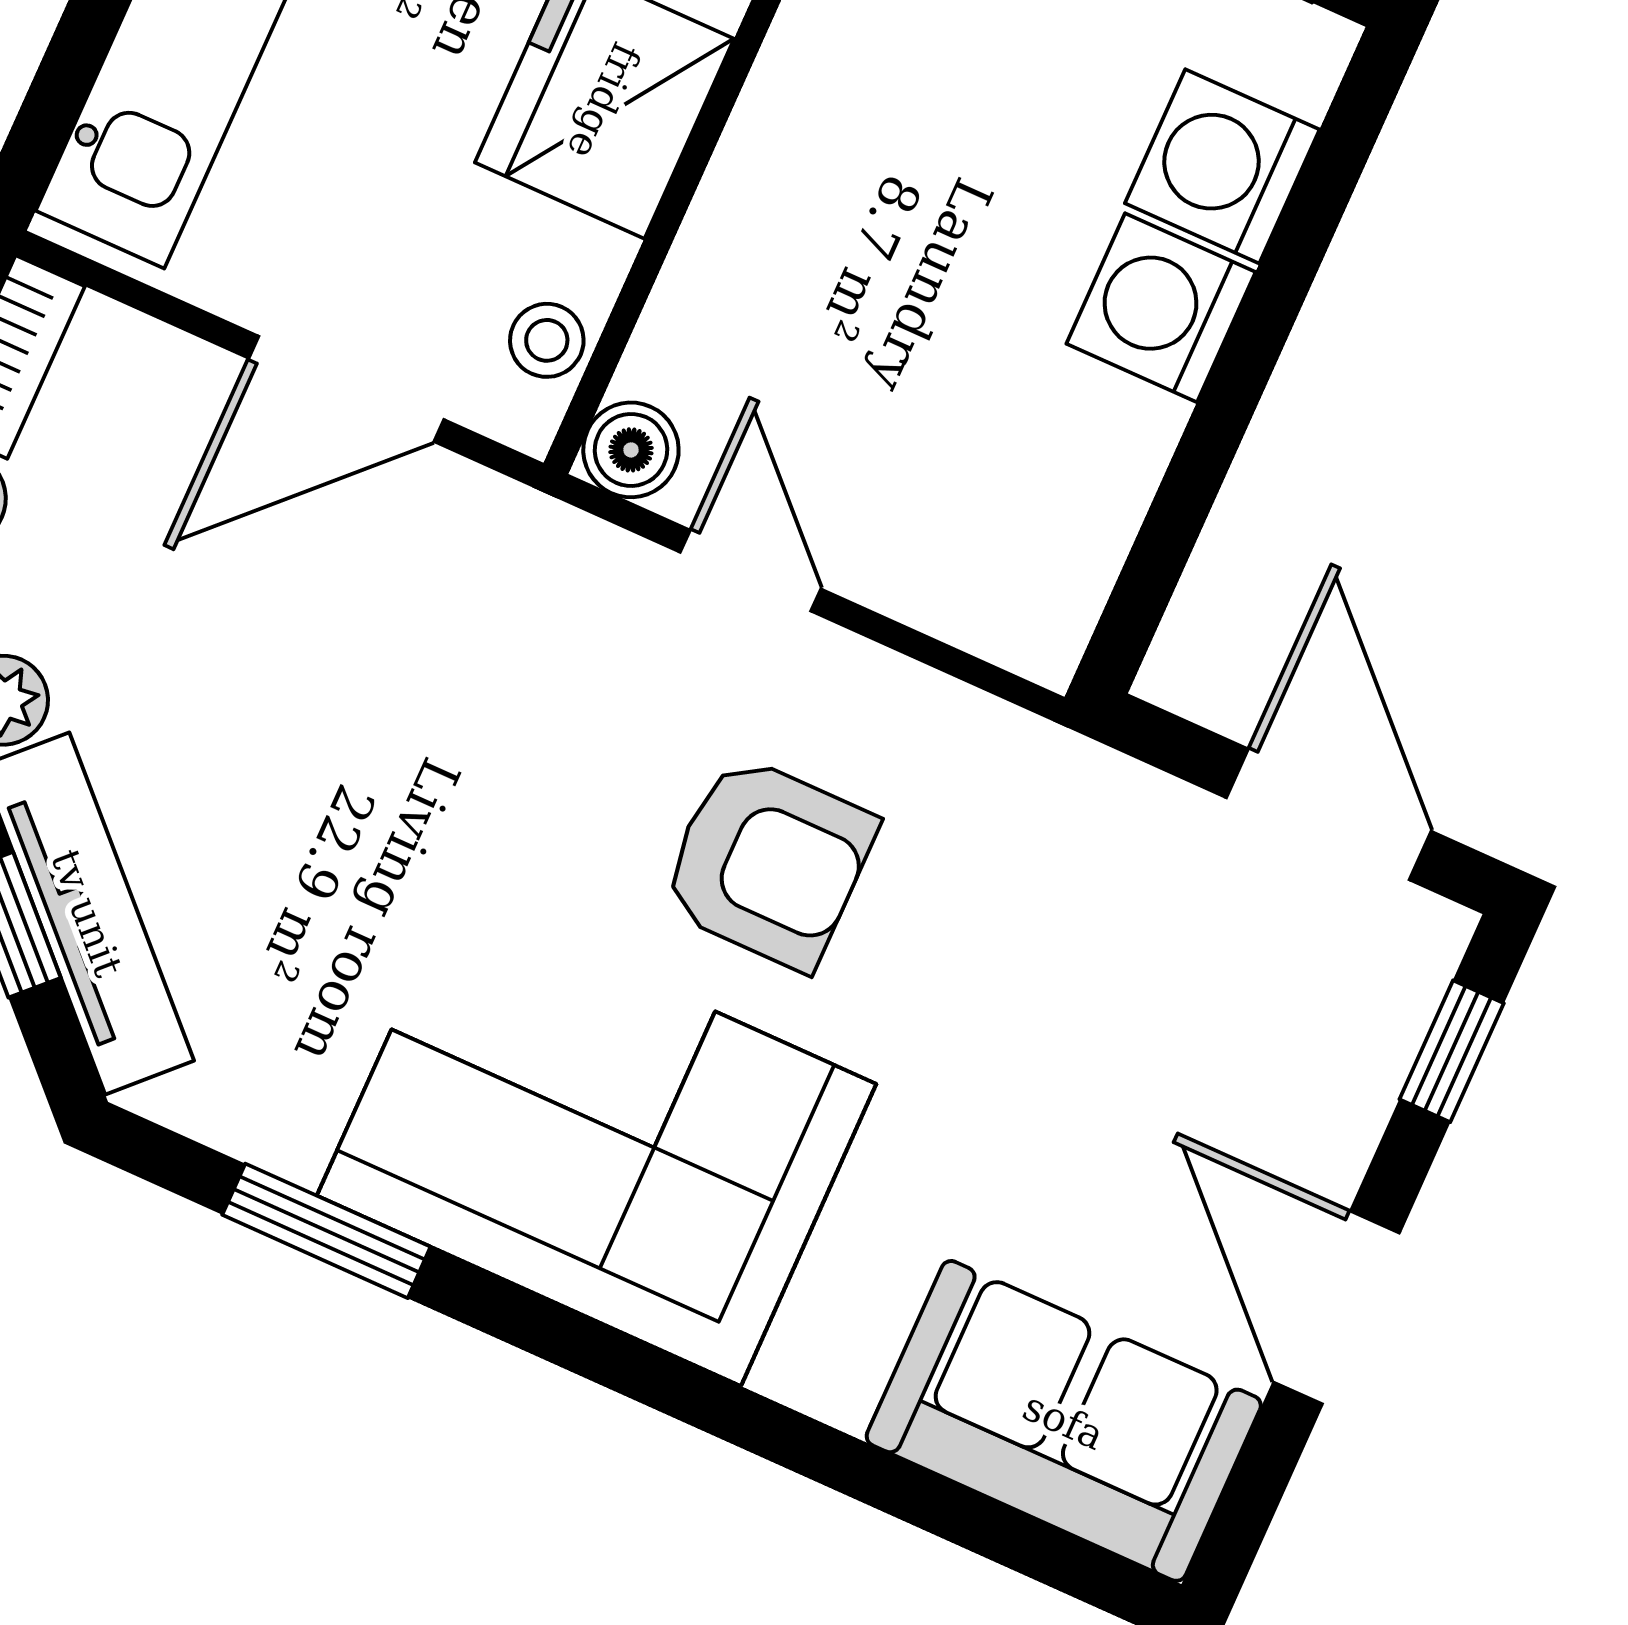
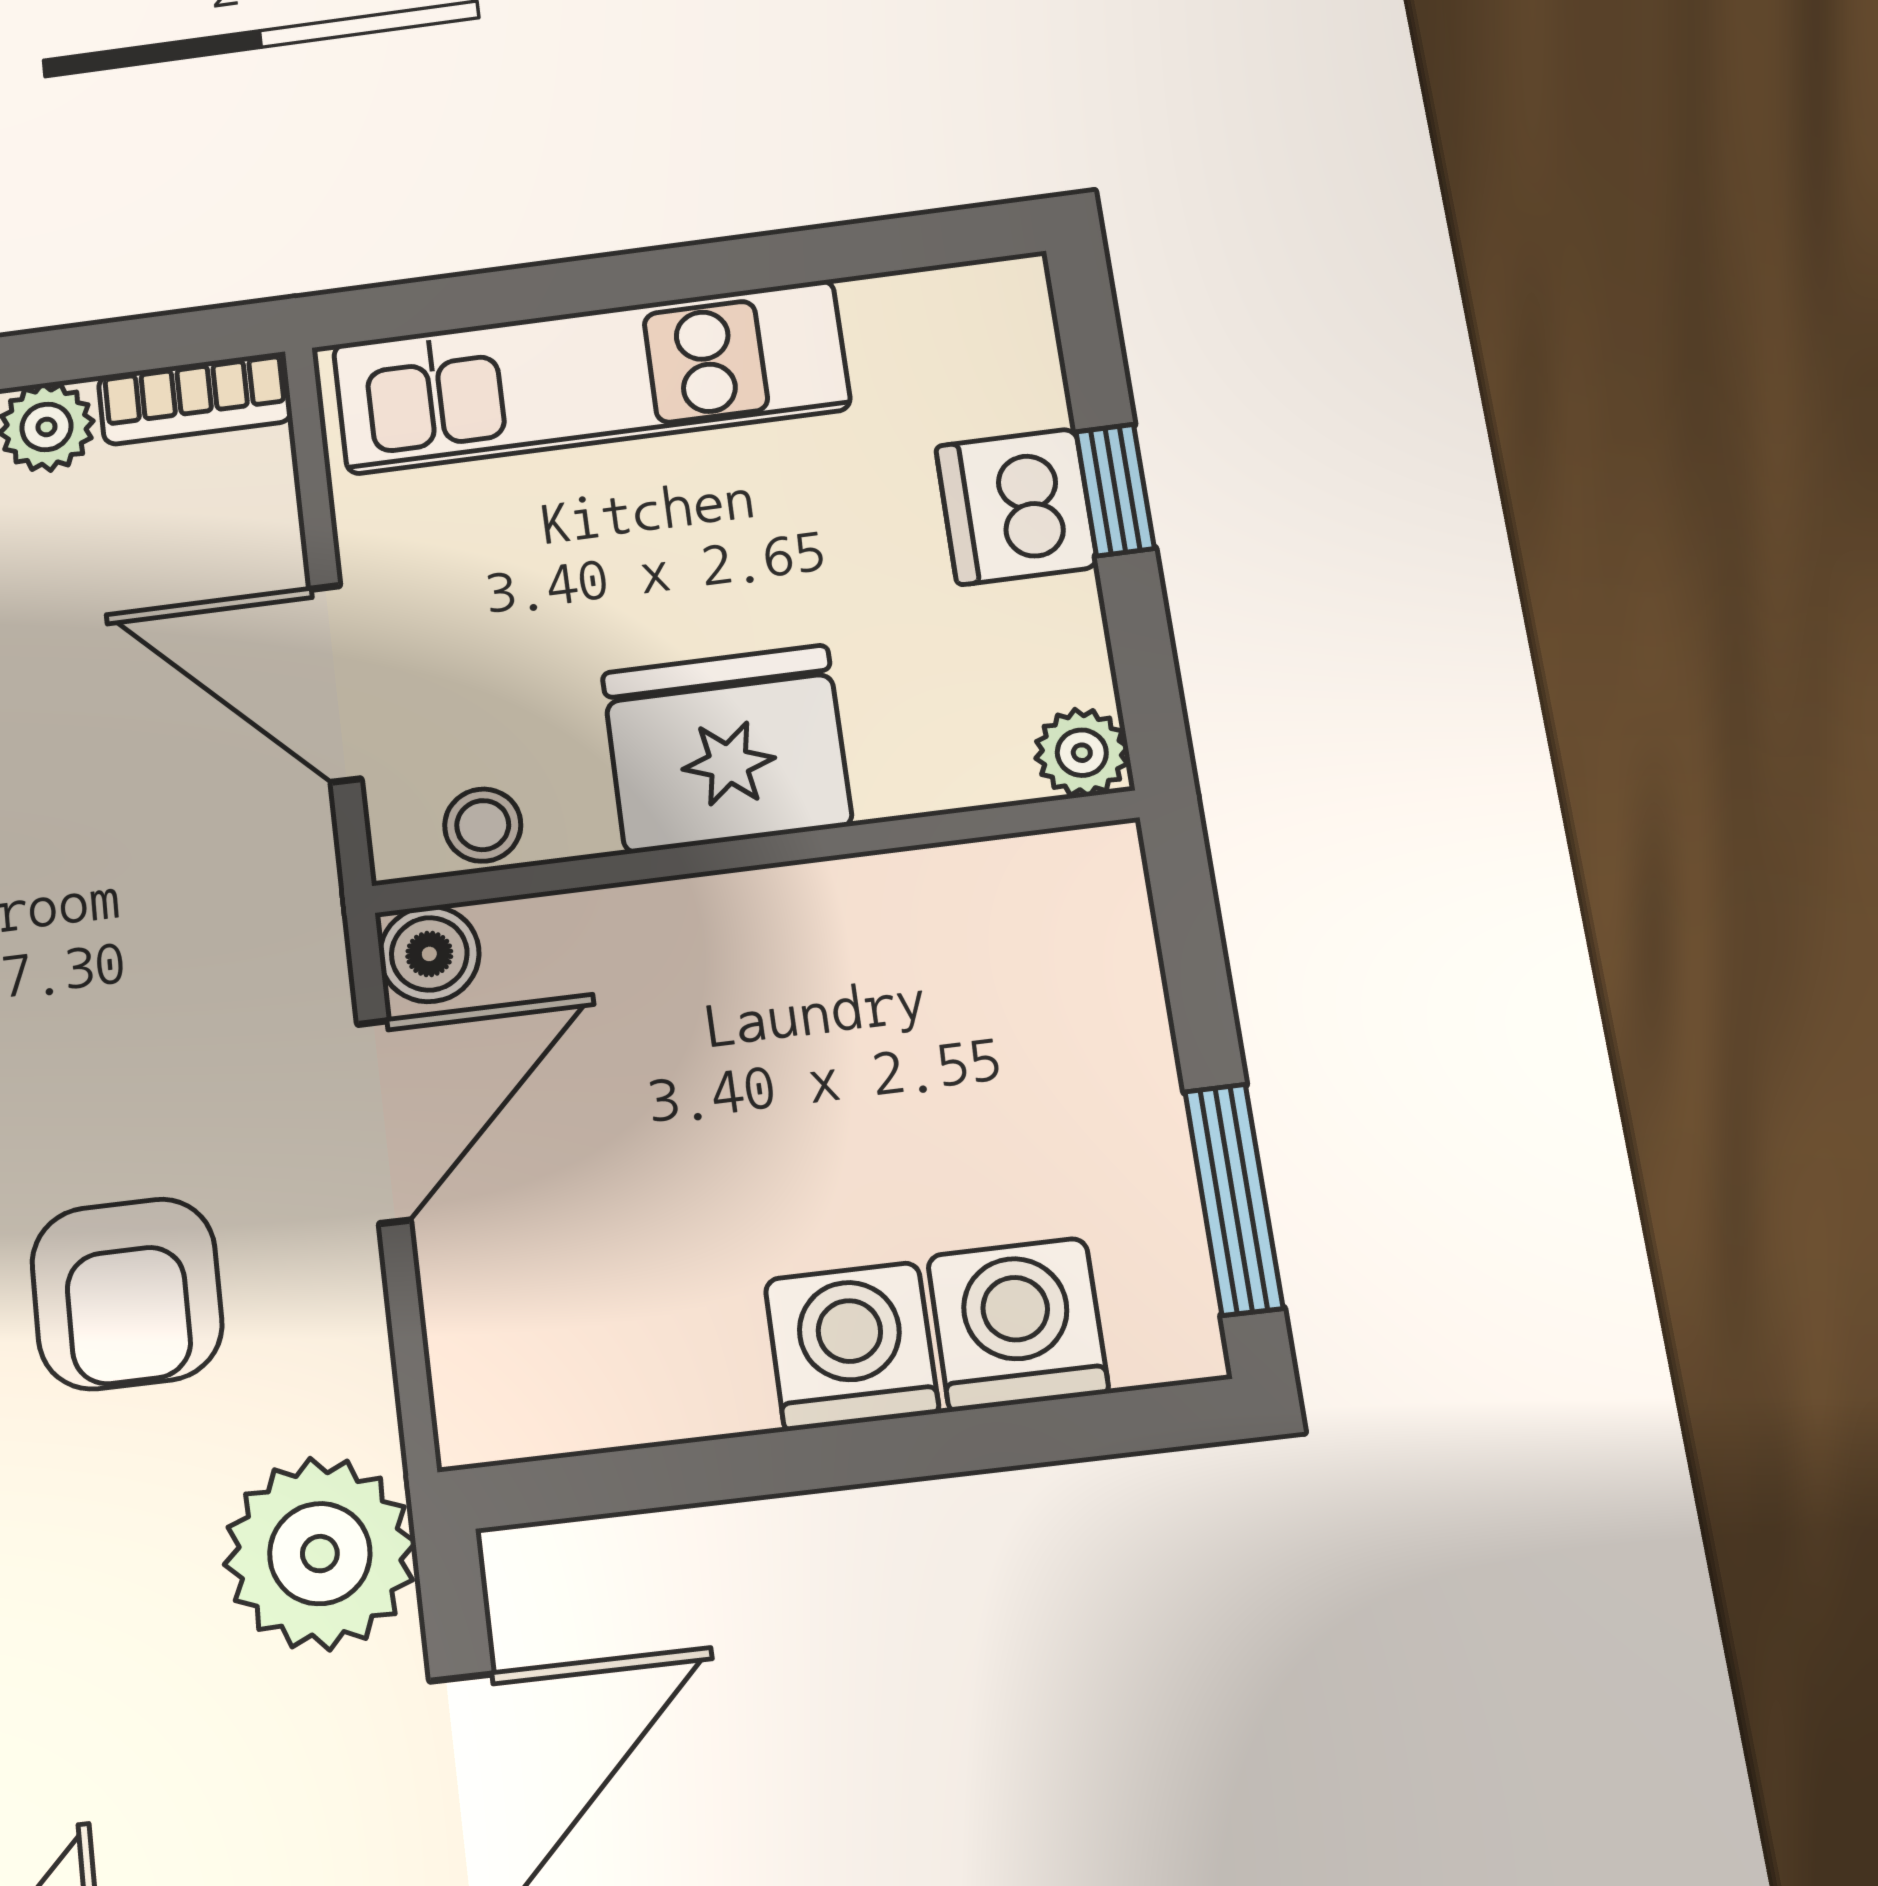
door: (751, 571) -> (384, 1122), width x1.38
plant: (1074, 828) -> (320, 1554), added

